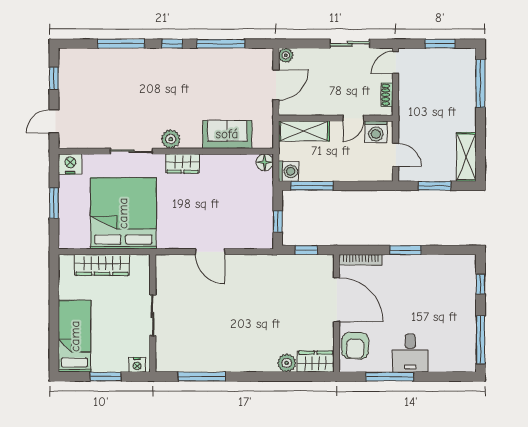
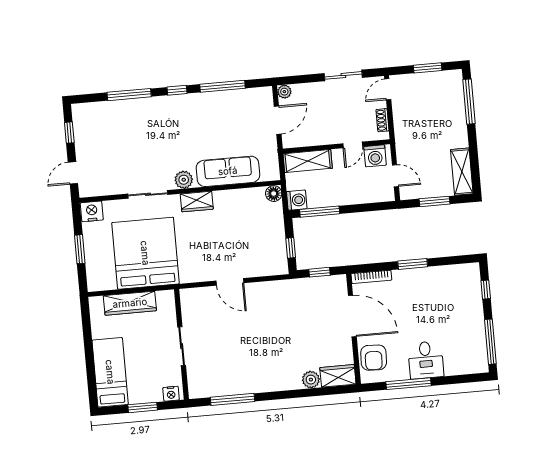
sofa: (227, 134) -> (228, 171), width x1.36

